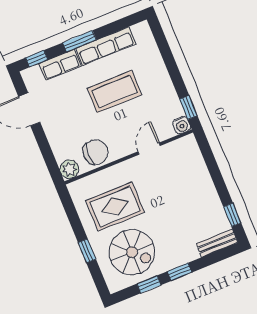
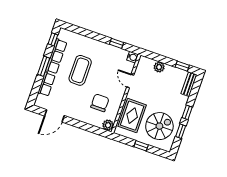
window: (37, 59) -> (53, 39), moved
water cooler: (182, 125) -> (132, 57), moved
door: (149, 149) -> (130, 81), moved
wall: (129, 157) -> (126, 94), moved
plant: (69, 169) -> (108, 125), moved
plant: (206, 187) -> (159, 67), added

